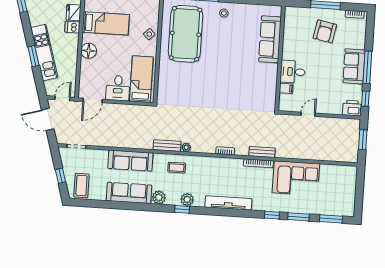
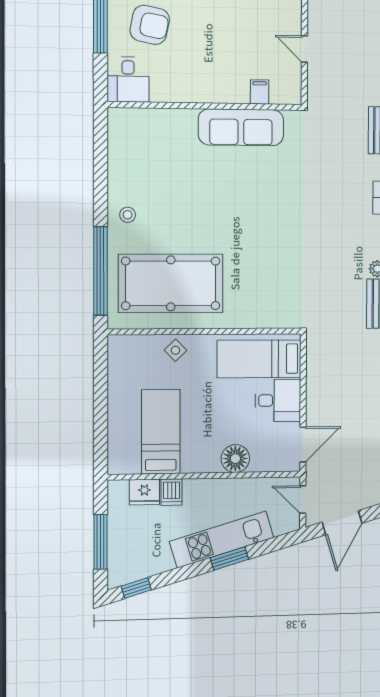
sofa: (270, 39) -> (241, 127), moved
floor lamp: (89, 51) -> (235, 459), moved
desk: (293, 72) -> (128, 80), moved
door: (93, 100) -> (303, 445), hinge flipped

